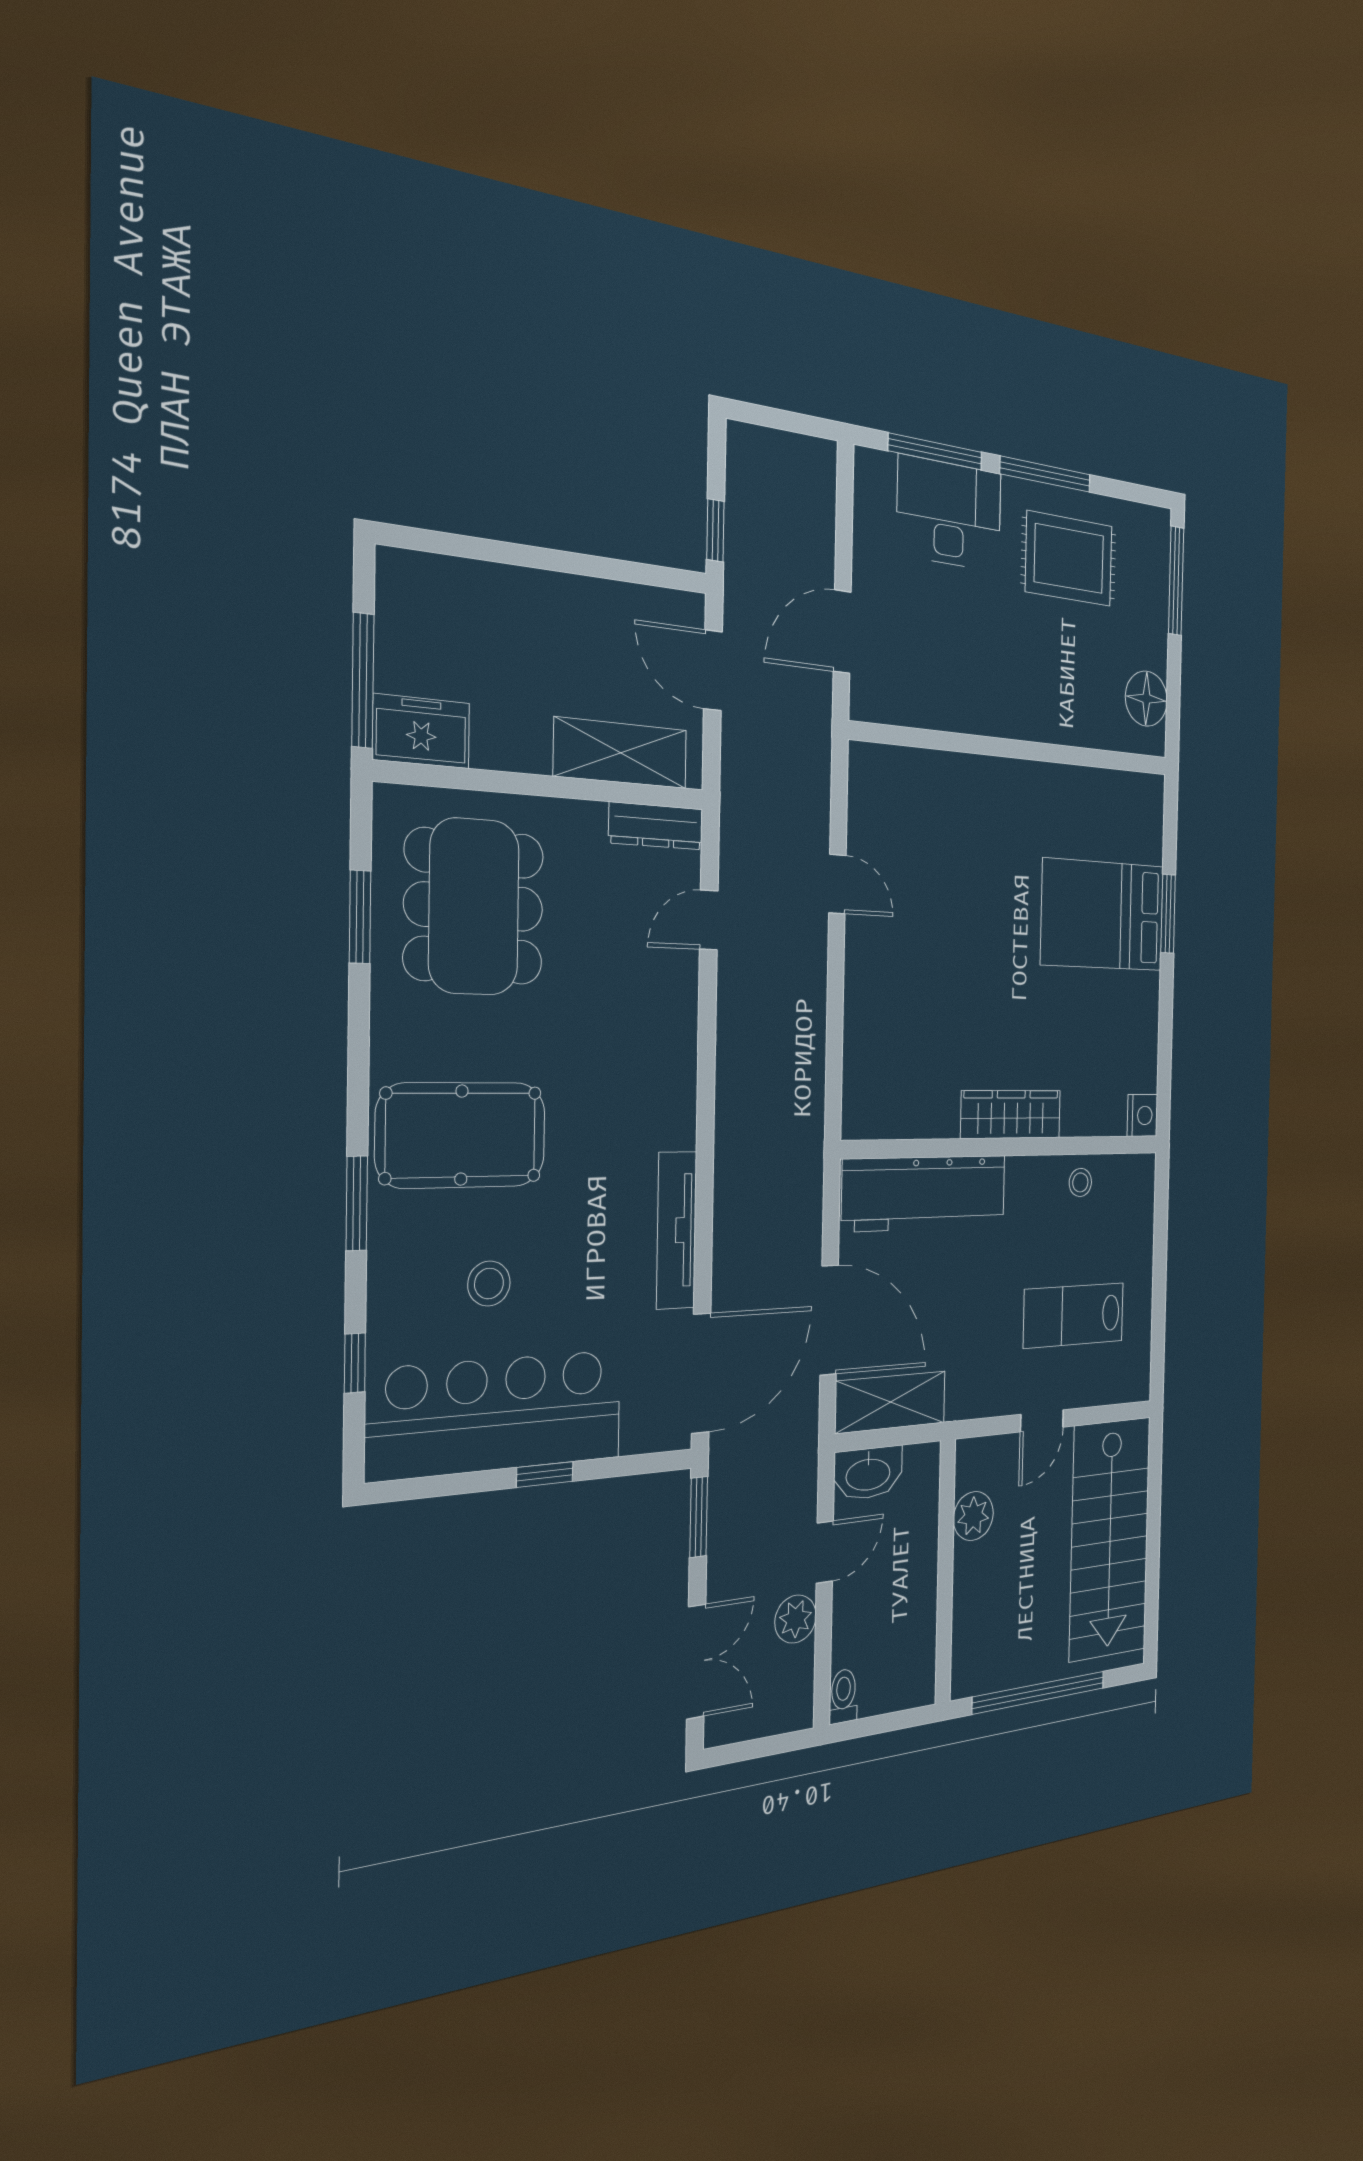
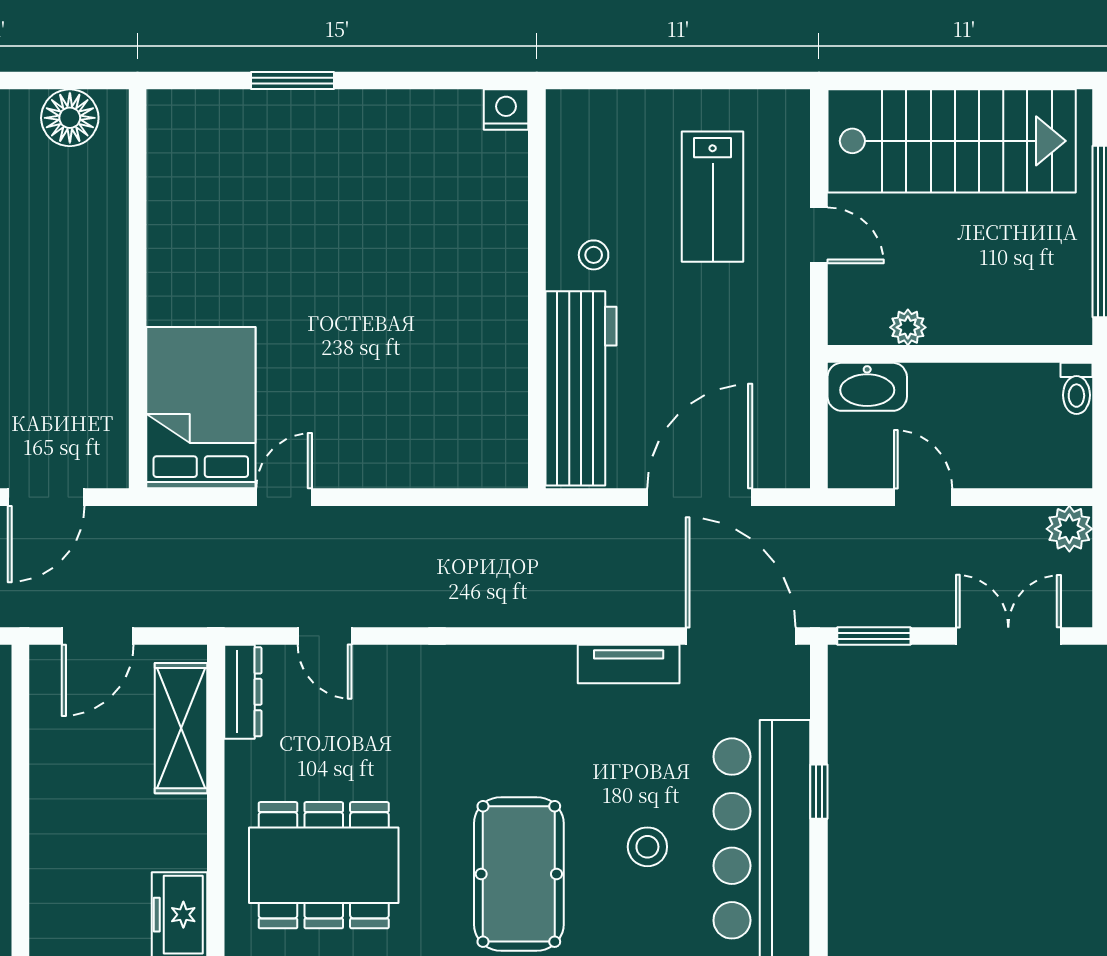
door: (842, 632) -> (46, 497), hinge flipped
bed: (1103, 915) -> (201, 408), moved, turned 180
wardrobe: (1011, 1114) -> (504, 284), removed
stool: (1080, 1182) -> (594, 255), moved
tv unit: (677, 1230) -> (629, 664), width x0.71
shelving: (891, 1402) -> (784, 424), removed
washbasin: (868, 1473) -> (867, 387), moved, turned 90
plant: (973, 1516) -> (908, 327), width x0.73, depth x0.73
plant: (796, 1619) -> (1069, 529), moved
toilet: (843, 1696) -> (1076, 388), moved, turned -90

